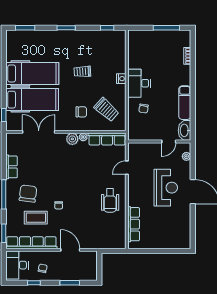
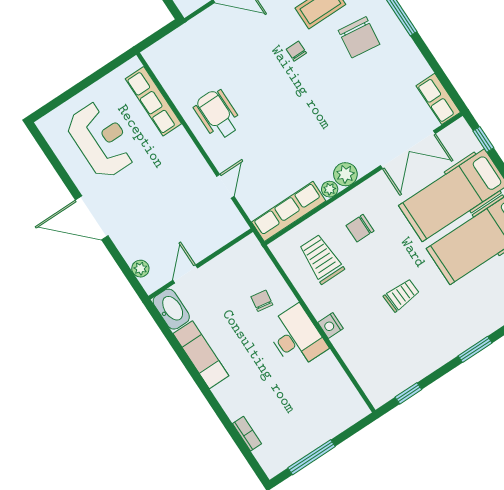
trolley: (106, 110) -> (321, 259), turned 48
row of seats: (12, 167) -> (438, 99), moved
reception desk: (166, 188) -> (101, 140), moved, turned 180

